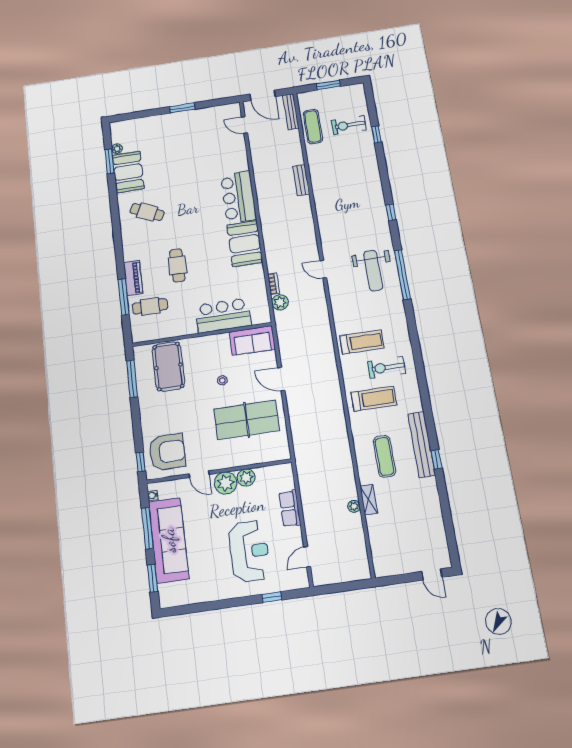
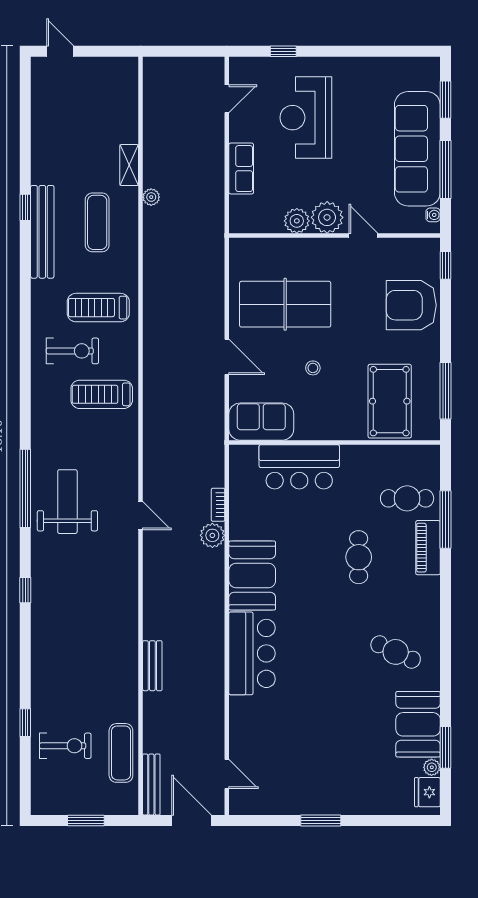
fridge: (118, 134) -> (427, 792), added
plant: (280, 302) -> (212, 535), moved
armchair: (167, 452) -> (411, 305), moved
plant: (354, 506) -> (151, 197), moved

